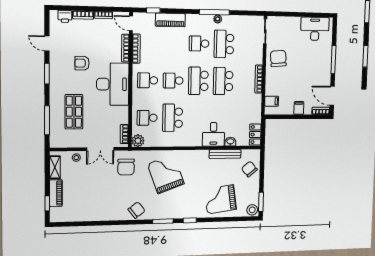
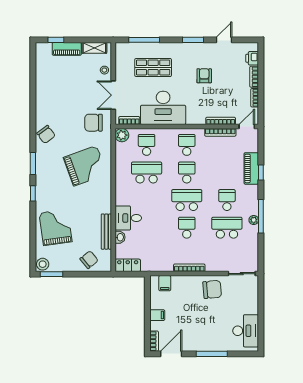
window: (153, 10) -> (261, 173), moved
school desk: (223, 81) -> (187, 228), width x0.54
desk: (113, 84) -> (163, 108), moved

